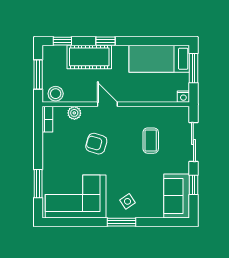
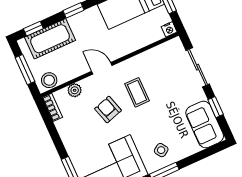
cot: (89, 57) -> (50, 39), moved
coffee table: (151, 141) -> (137, 92), moved
armchair: (96, 144) -> (108, 110), turned 57

